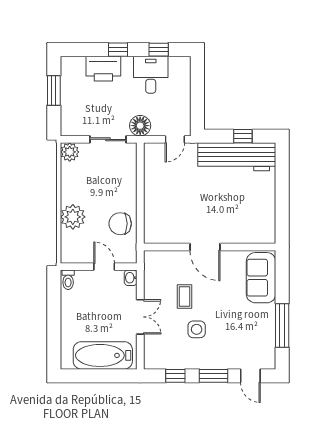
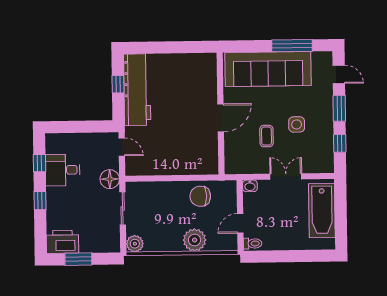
printer: (103, 69) -> (63, 242), moved, turned -90
chair: (120, 224) -> (200, 196), turned 90
door: (104, 267) -> (240, 223), moved
sofa: (261, 278) -> (268, 69), width x1.85, depth x1.27
coffee table: (184, 296) -> (266, 136), turned 90
door: (250, 376) -> (339, 74), hinge flipped

